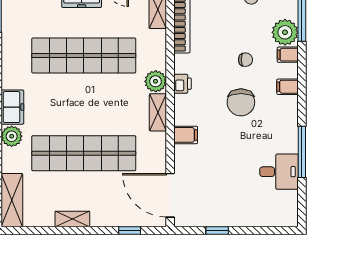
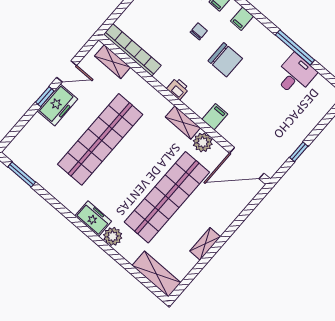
plant: (156, 81) -> (203, 142), moved
window: (130, 231) -> (247, 212), removed

